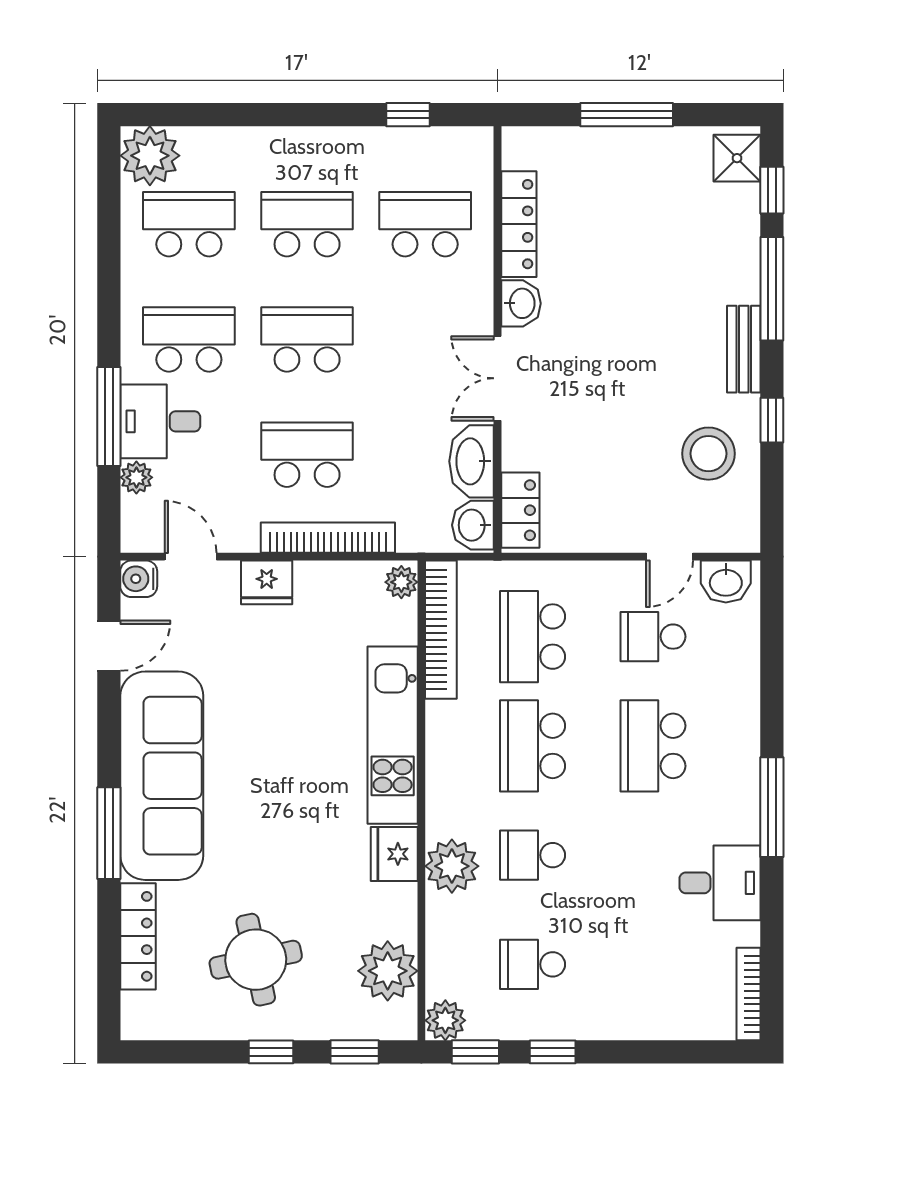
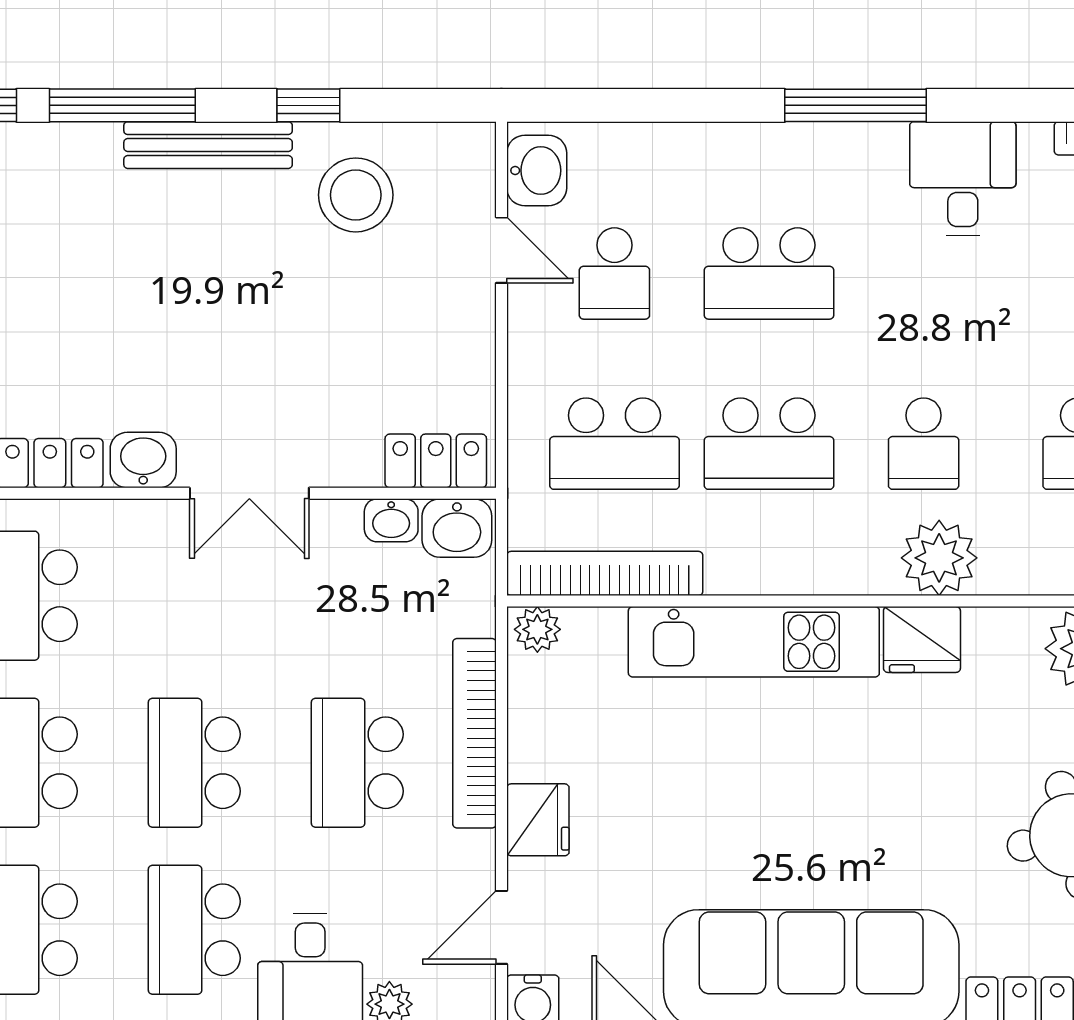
bench: (744, 349) -> (208, 145), width x1.36
washbasin: (472, 461) -> (391, 520), width x0.52, depth x0.69

